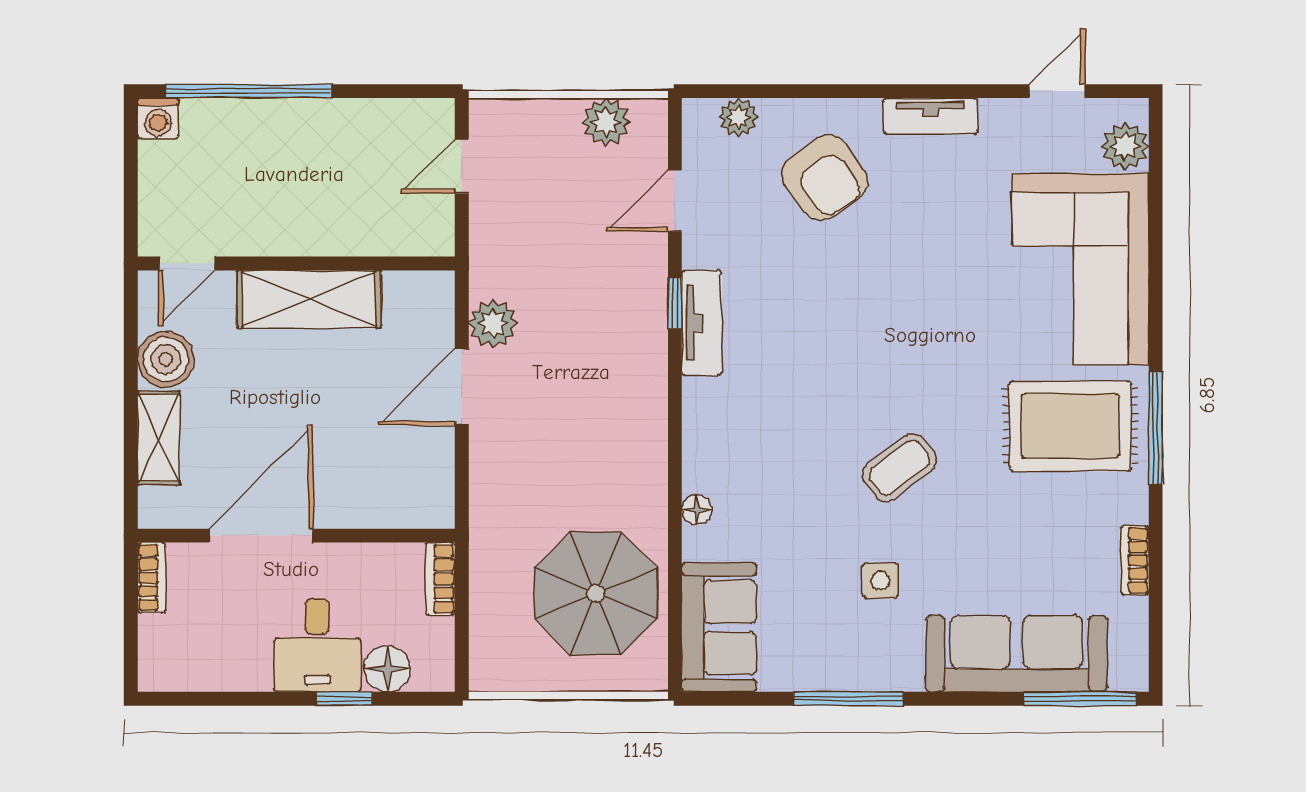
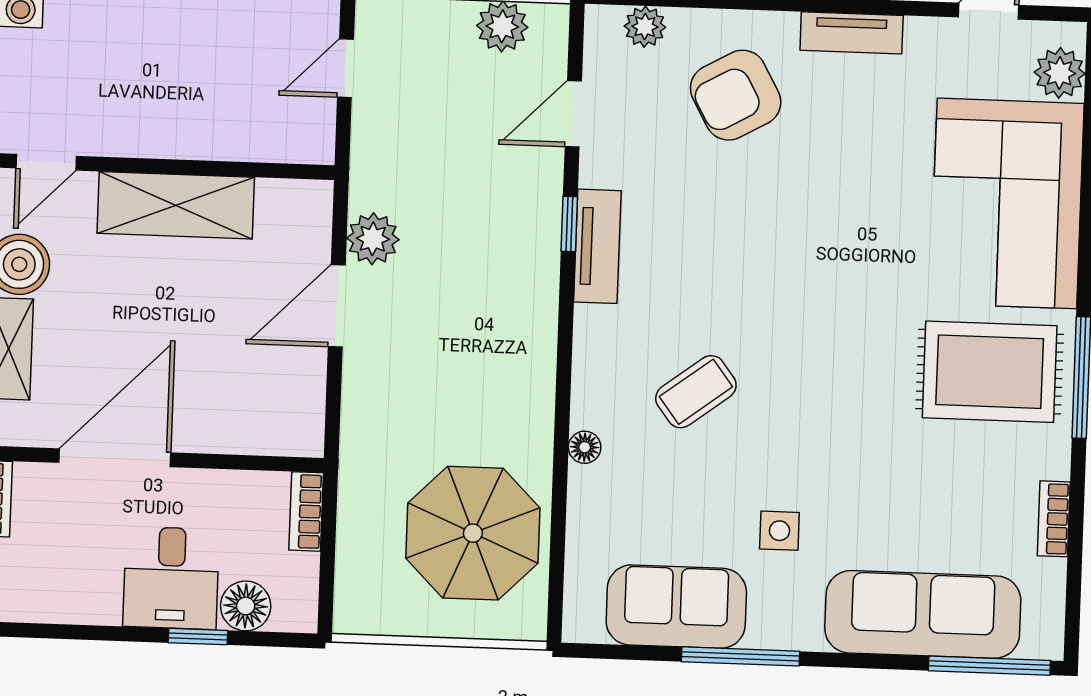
armchair: (825, 178) -> (736, 95), turned 97
coffee table: (899, 468) -> (696, 392), moved
sofa: (719, 627) -> (676, 607), moved, turned -90

